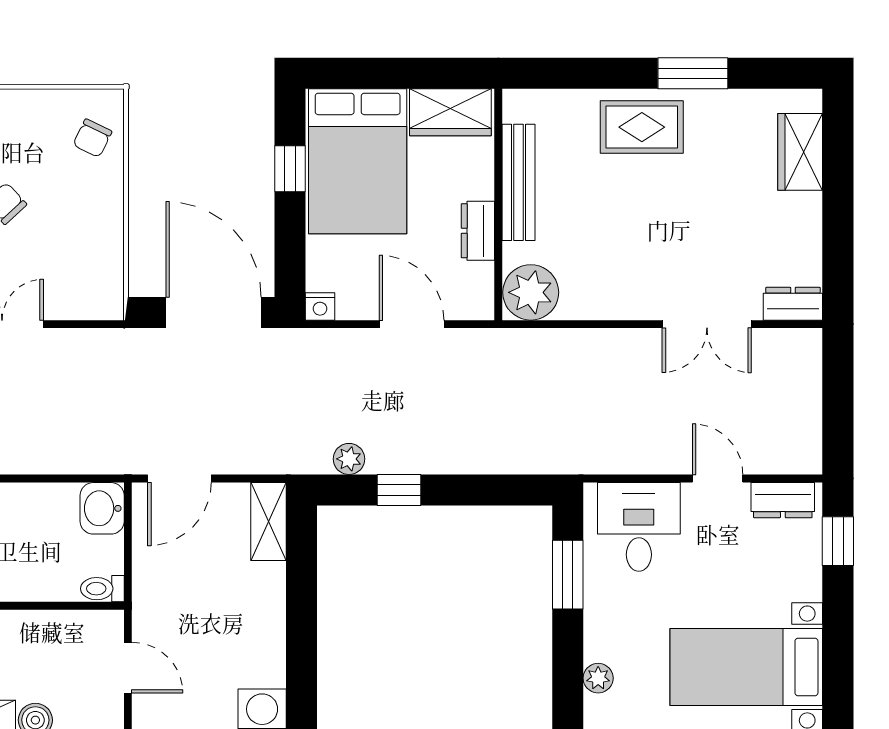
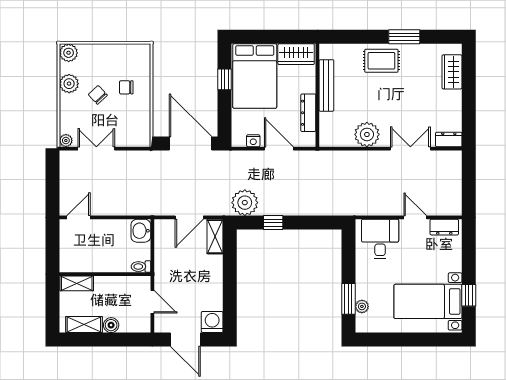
chair: (92, 138) -> (126, 87), moved, turned 64
dresser: (478, 231) -> (308, 113), width x1.44
plant: (531, 292) -> (367, 134), moved
nightstand: (320, 306) -> (253, 141), moved
double door: (707, 324) -> (410, 149), swing flipped
plant: (349, 459) -> (245, 203), width x1.88, depth x1.88
door: (179, 478) -> (189, 217), moved
window: (838, 541) -> (469, 295), moved
window: (568, 575) -> (348, 299), moved

